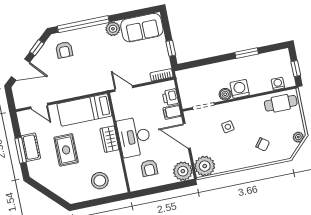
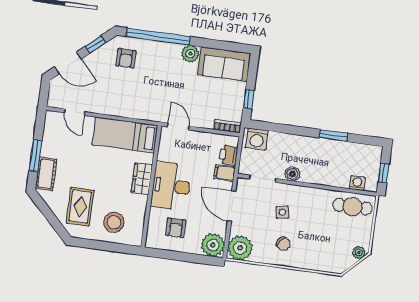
washing machine: (240, 89) -> (257, 139), moved, turned 180
chair: (263, 144) -> (283, 244), moved
cot: (31, 147) -> (46, 174), moved
rug: (66, 150) -> (80, 207), moved

